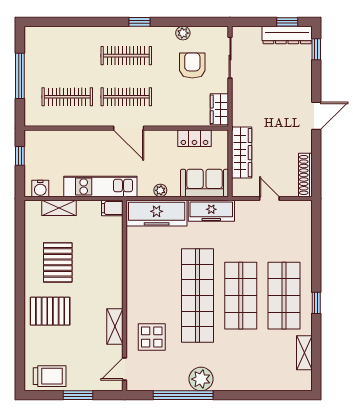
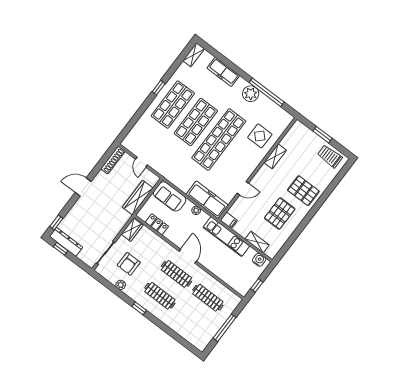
freezer: (211, 211) -> (223, 72), moved, turned 180
shelving: (304, 353) -> (194, 55), moved
door: (125, 369) -> (243, 188), moved

